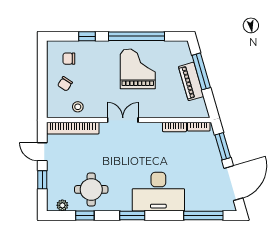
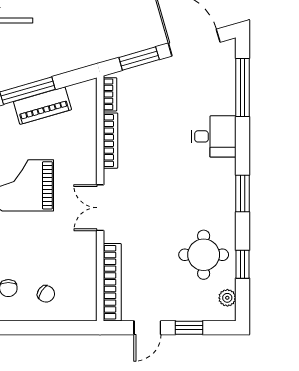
stool: (78, 107) -> (80, 275), removed
bookcase: (174, 127) -> (110, 141), width x1.56
desk: (158, 192) -> (214, 136), width x0.53, depth x0.77

